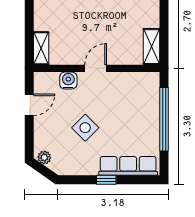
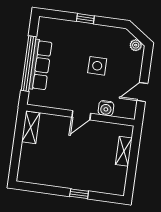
shelving: (41, 48) -> (124, 151), moved
side table: (85, 128) -> (97, 66), turned 45
row of seats: (128, 166) -> (40, 65), moved, turned -90

